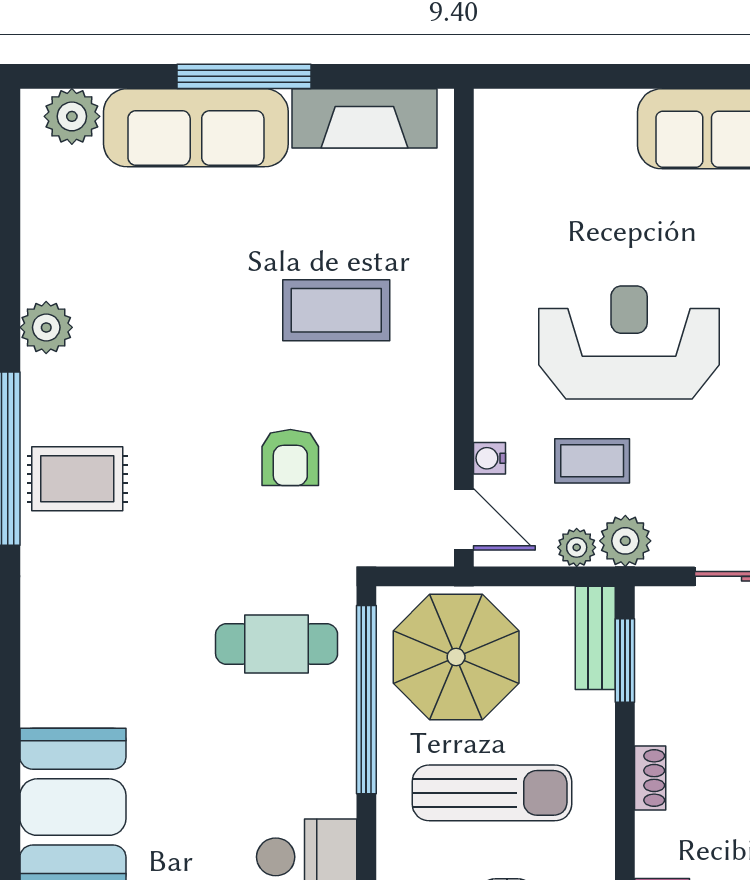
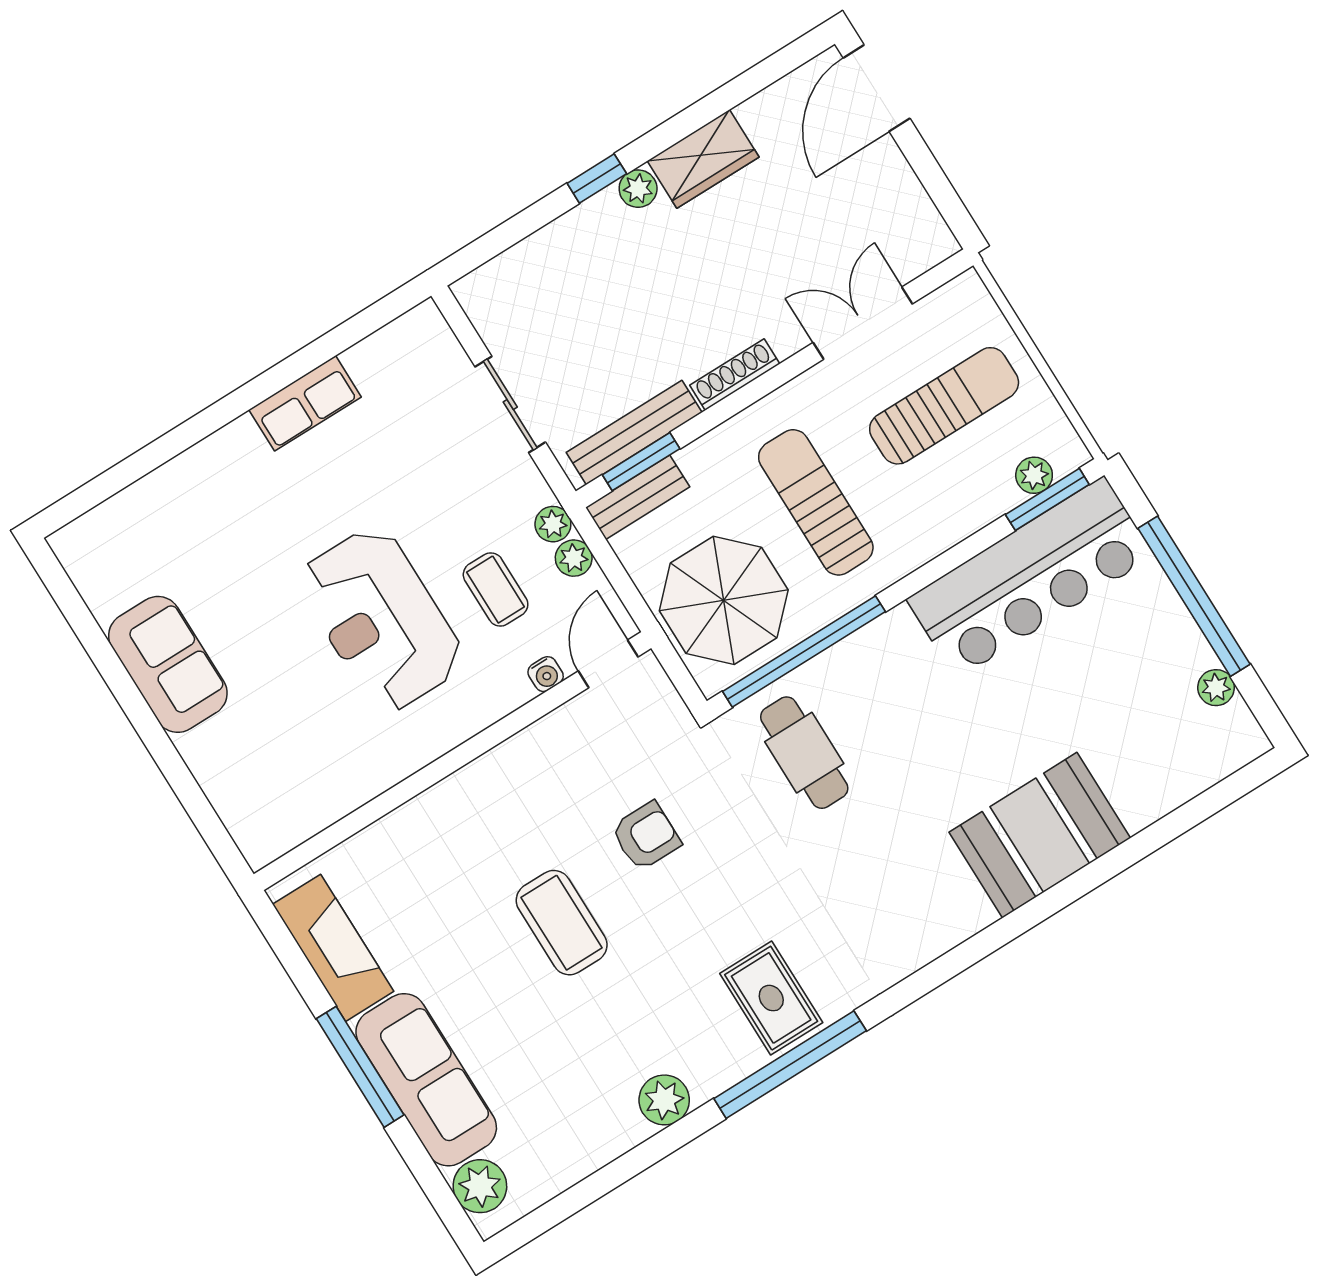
coffee table: (336, 310) -> (562, 923), moved
plant: (625, 541) -> (553, 524), width x0.73, depth x0.73
bench: (654, 671) -> (634, 432), added
shoe rack: (650, 778) -> (735, 375), width x1.43

